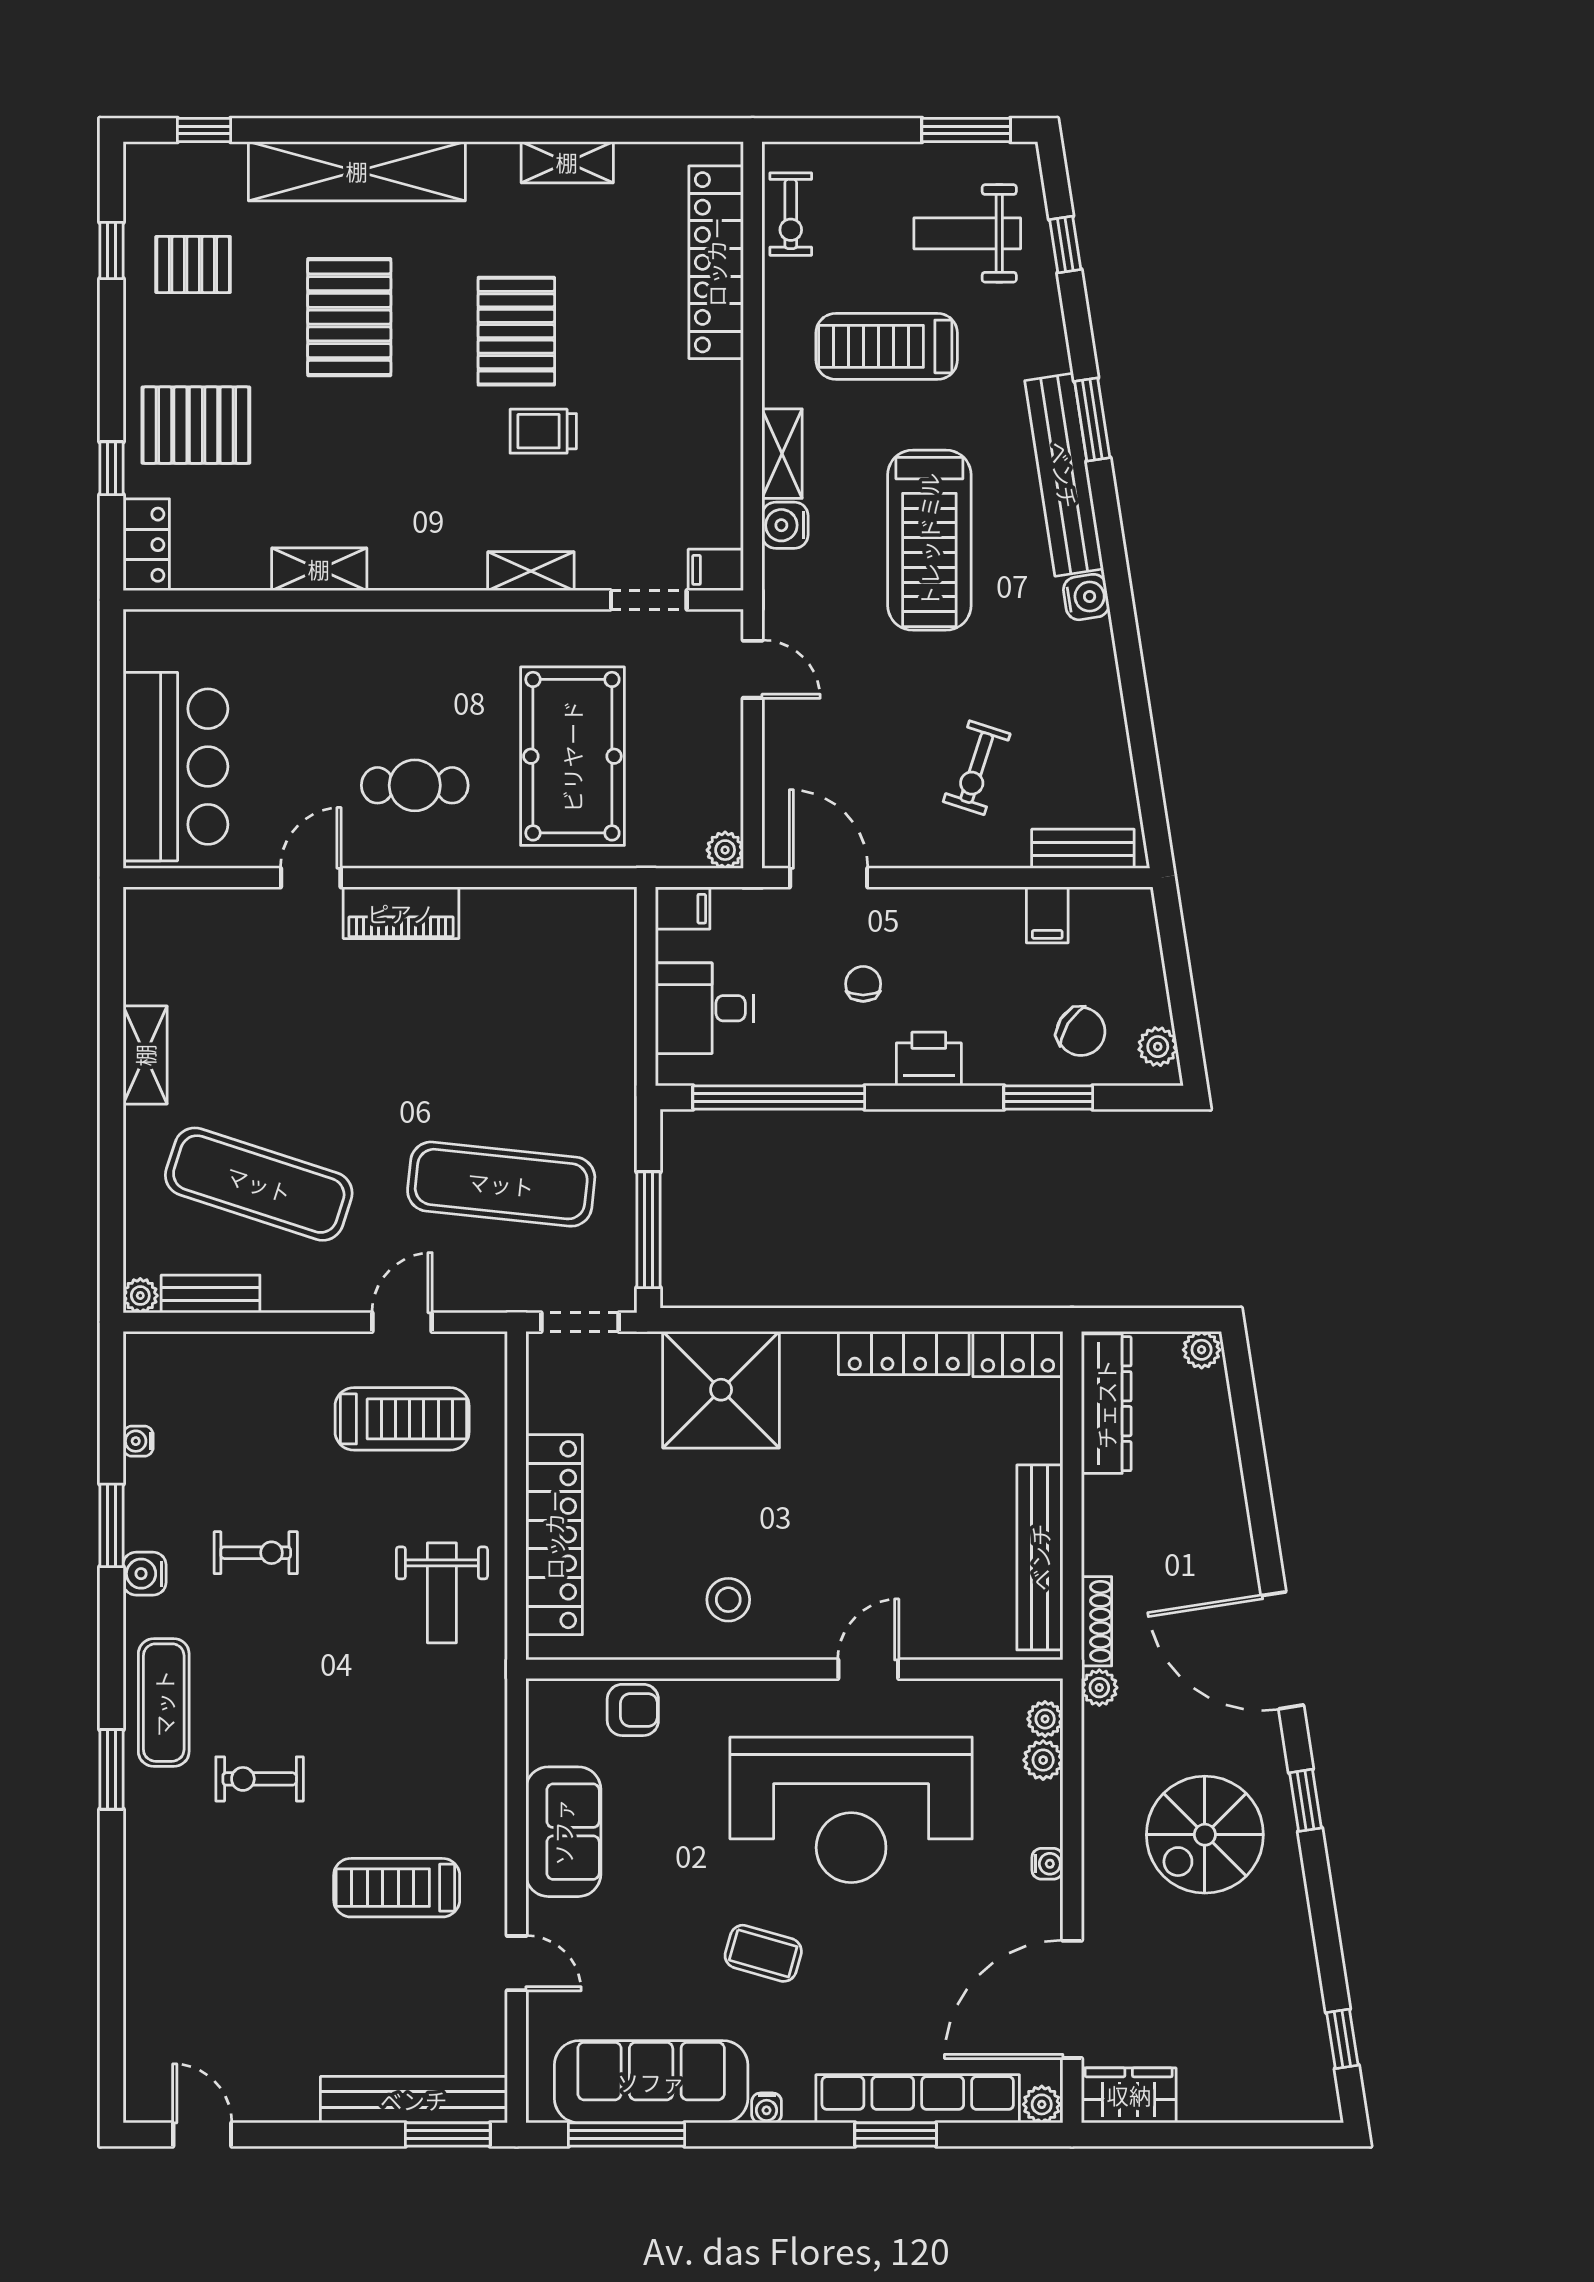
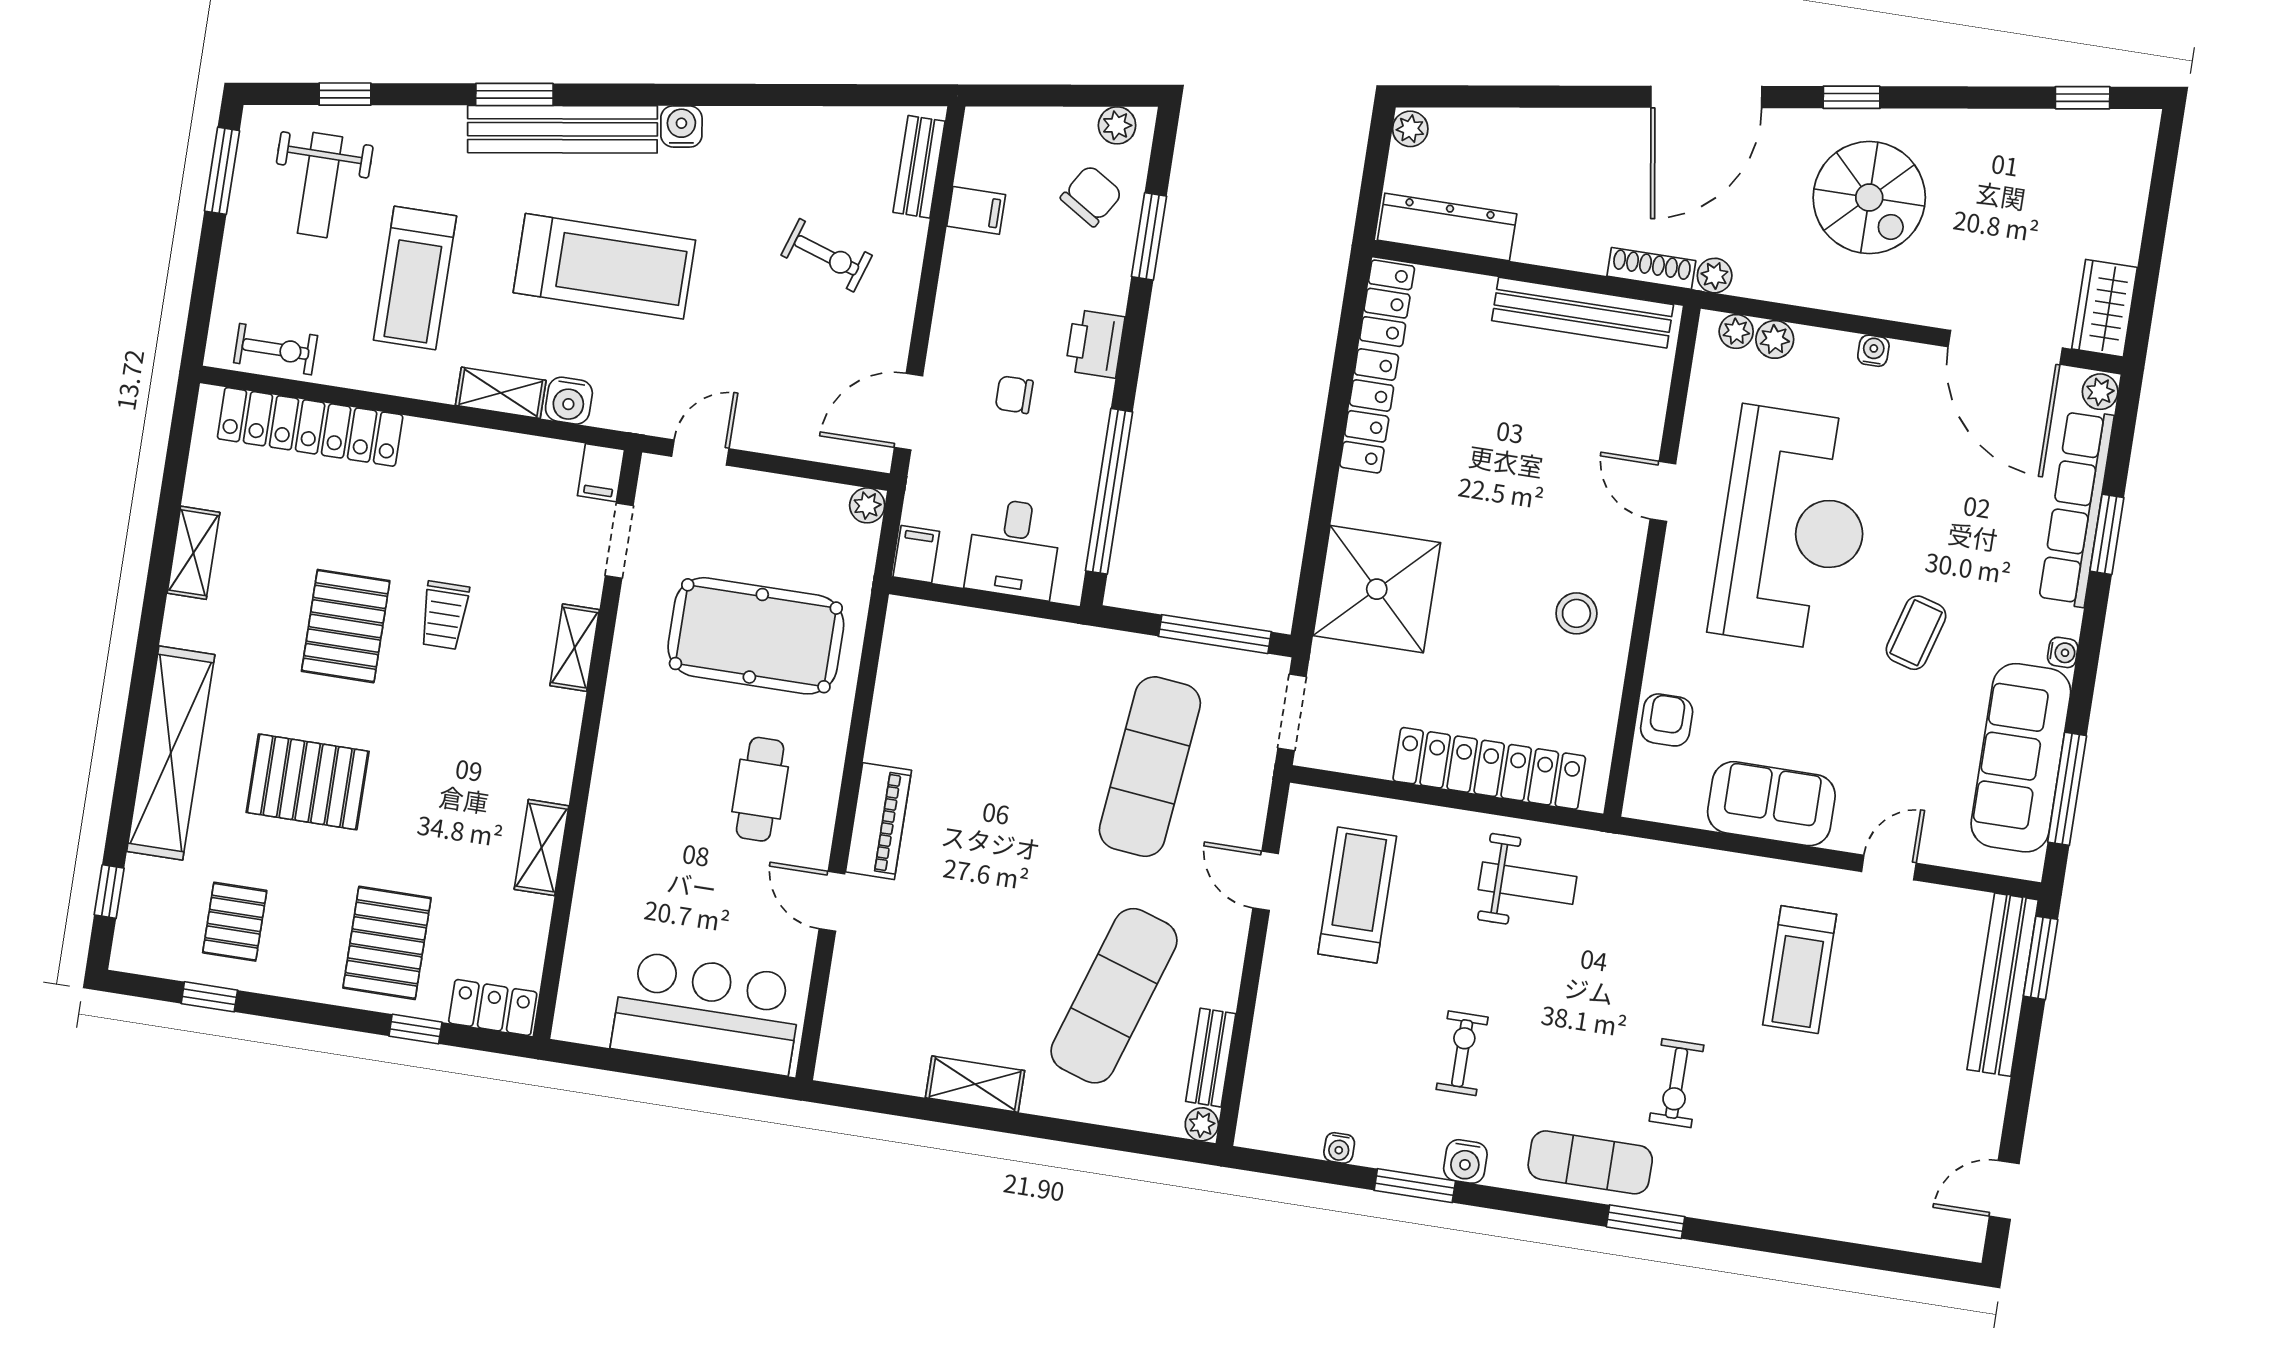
pallet: (516, 331) -> (346, 626), turned 90

